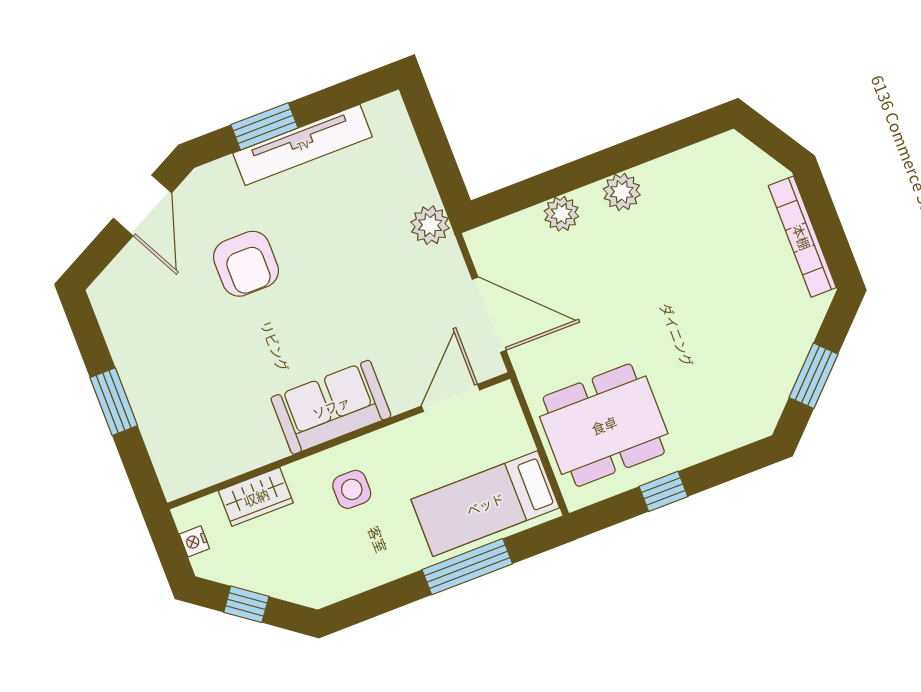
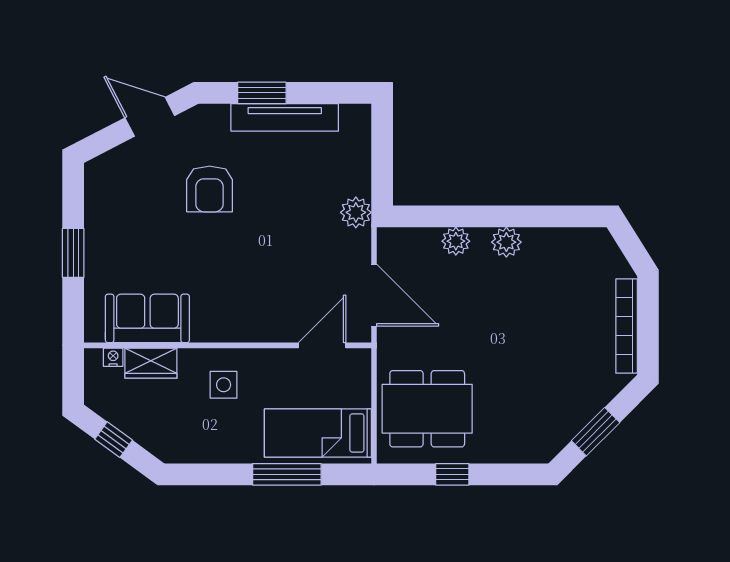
door: (142, 205) -> (150, 117), swing flipped
sofa: (331, 407) -> (147, 318), moved
nightstand: (194, 541) -> (113, 357), moved, turned 90

